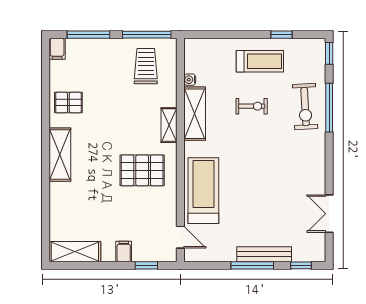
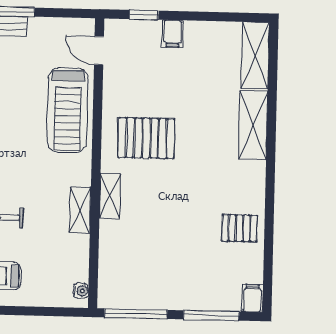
trolley: (146, 66) -> (138, 273), removed
water cooler: (190, 80) -> (81, 291), moved
shelving: (195, 114) -> (80, 210), width x0.67, depth x0.75
shelving: (60, 155) -> (253, 125), moved
shelving: (75, 252) -> (255, 55), moved, turned 90

